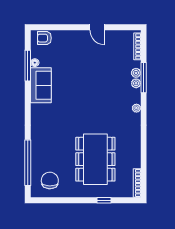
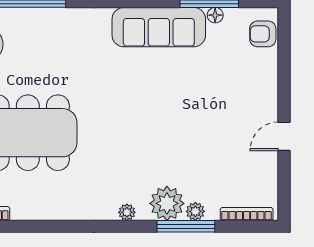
armchair: (44, 38) -> (263, 34), turned -90
plant: (136, 83) -> (167, 203), width x1.87, depth x1.87
sofa: (41, 85) -> (159, 27), width x1.36

